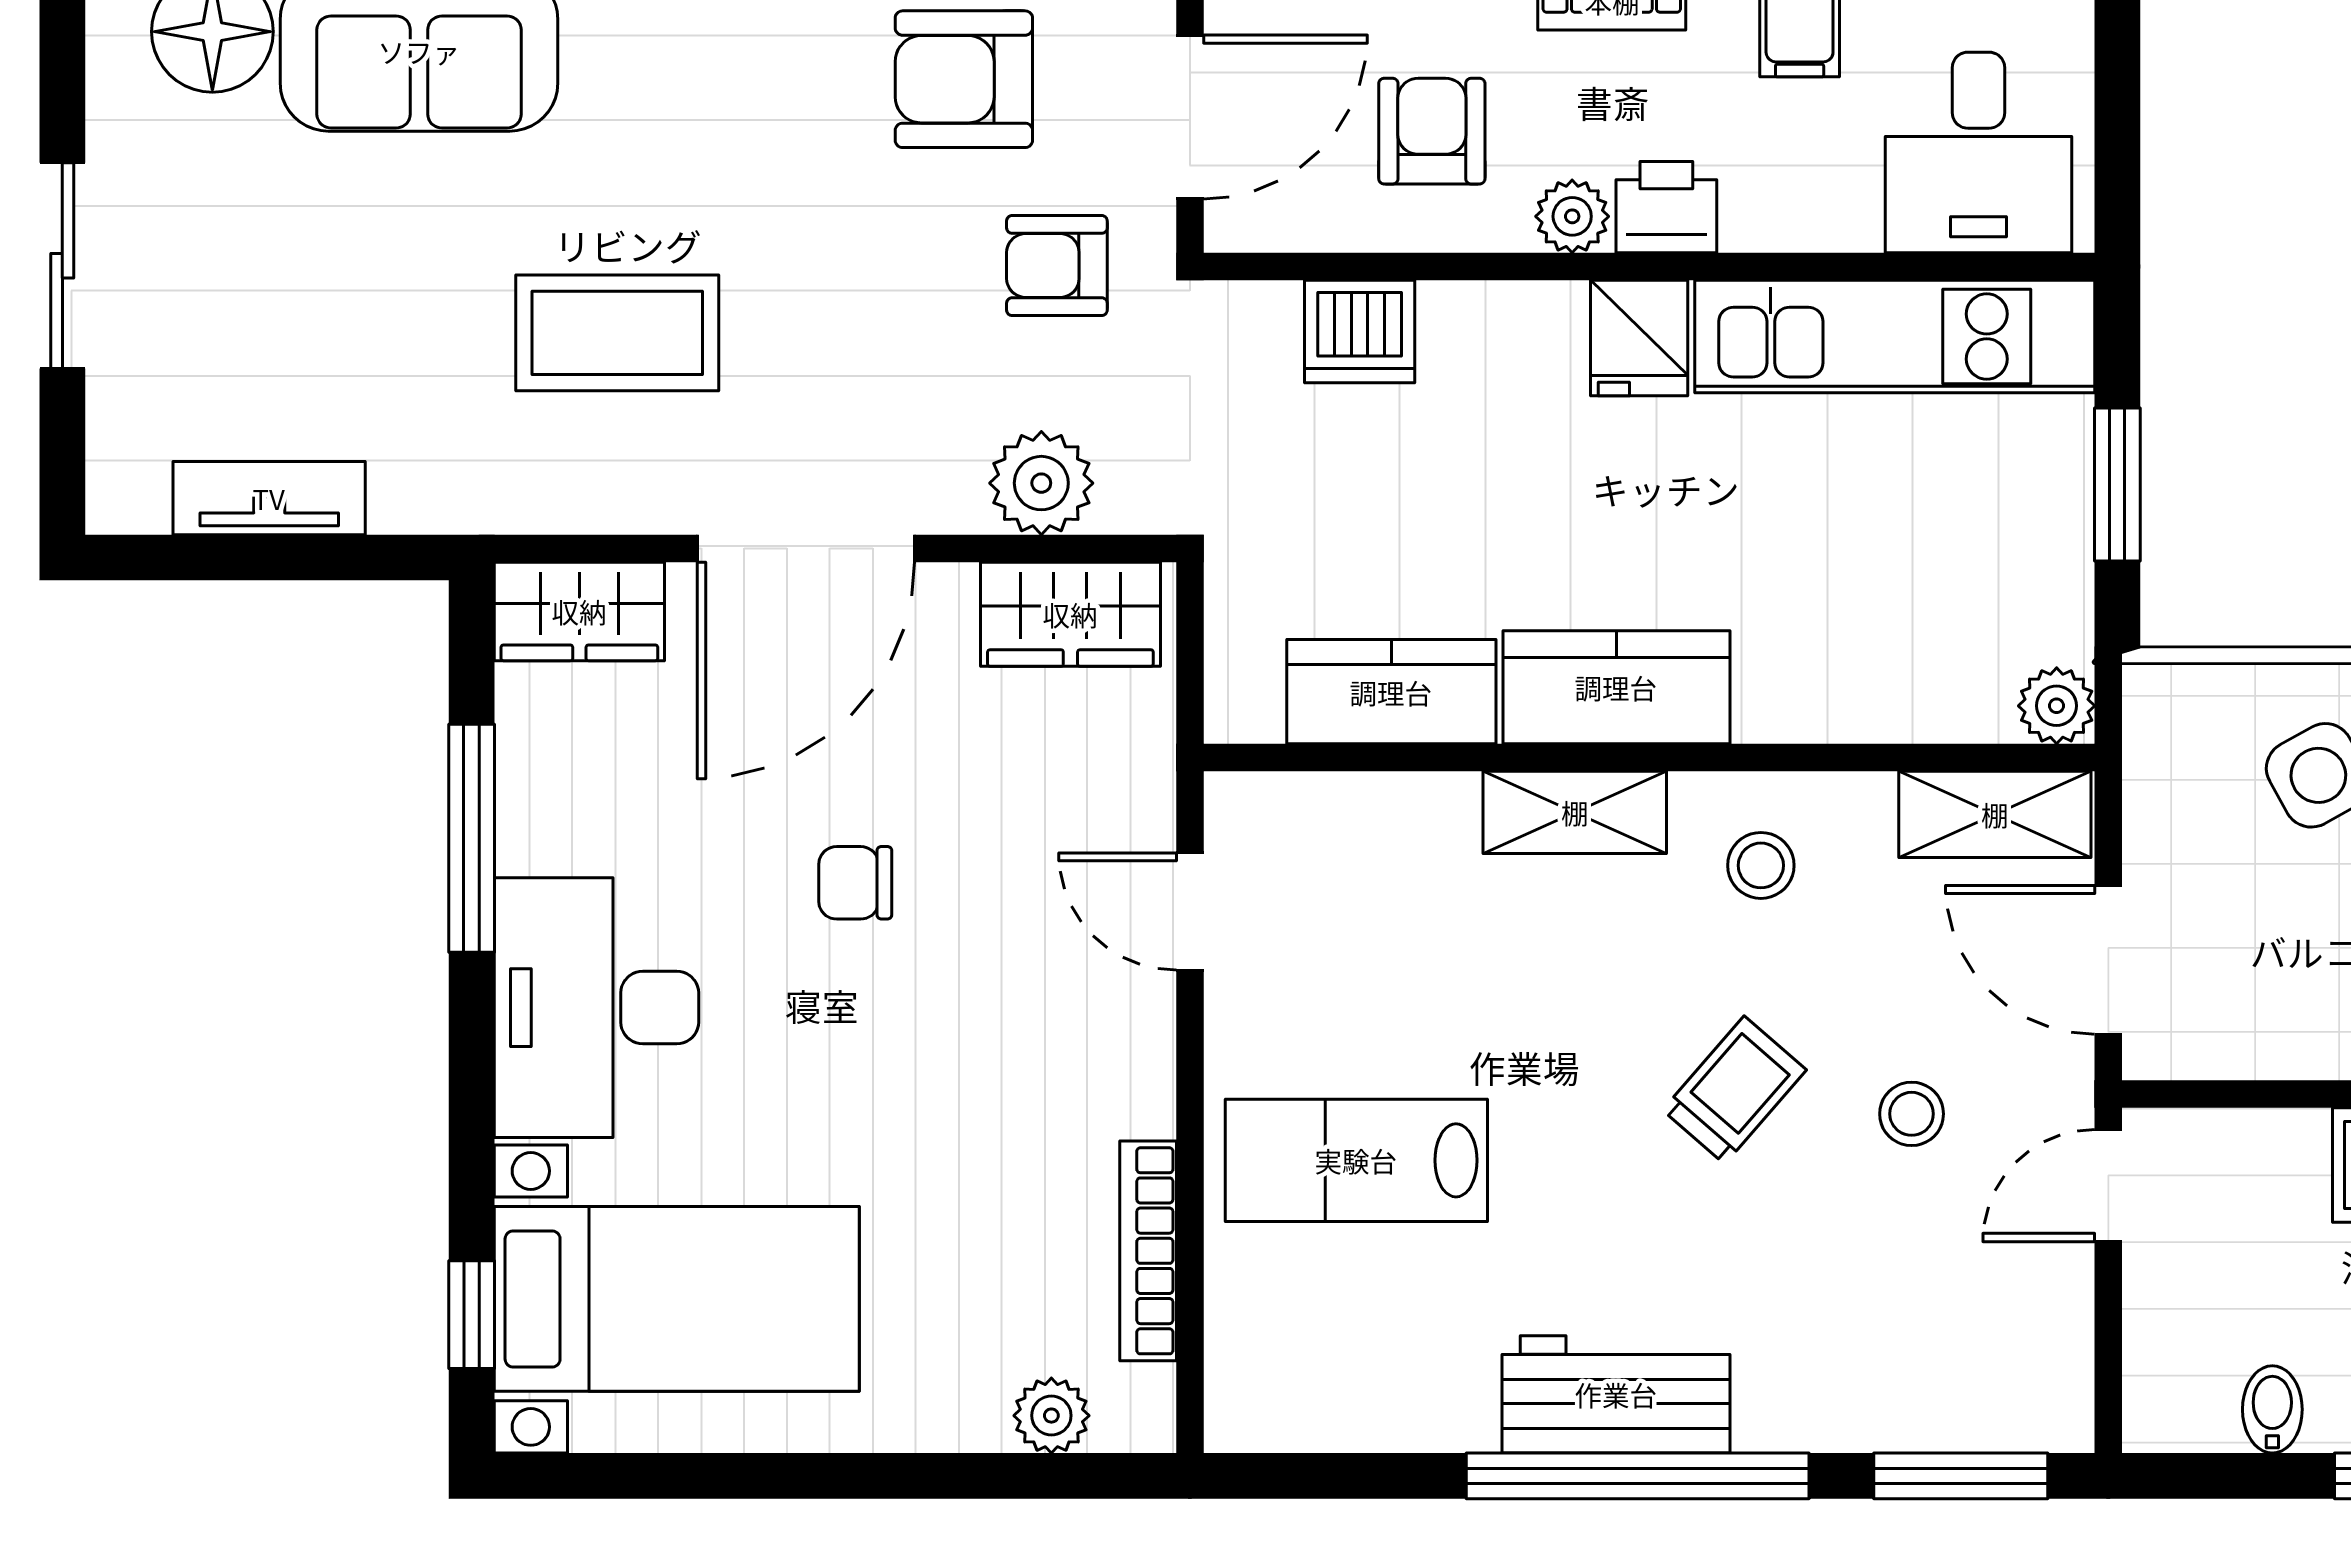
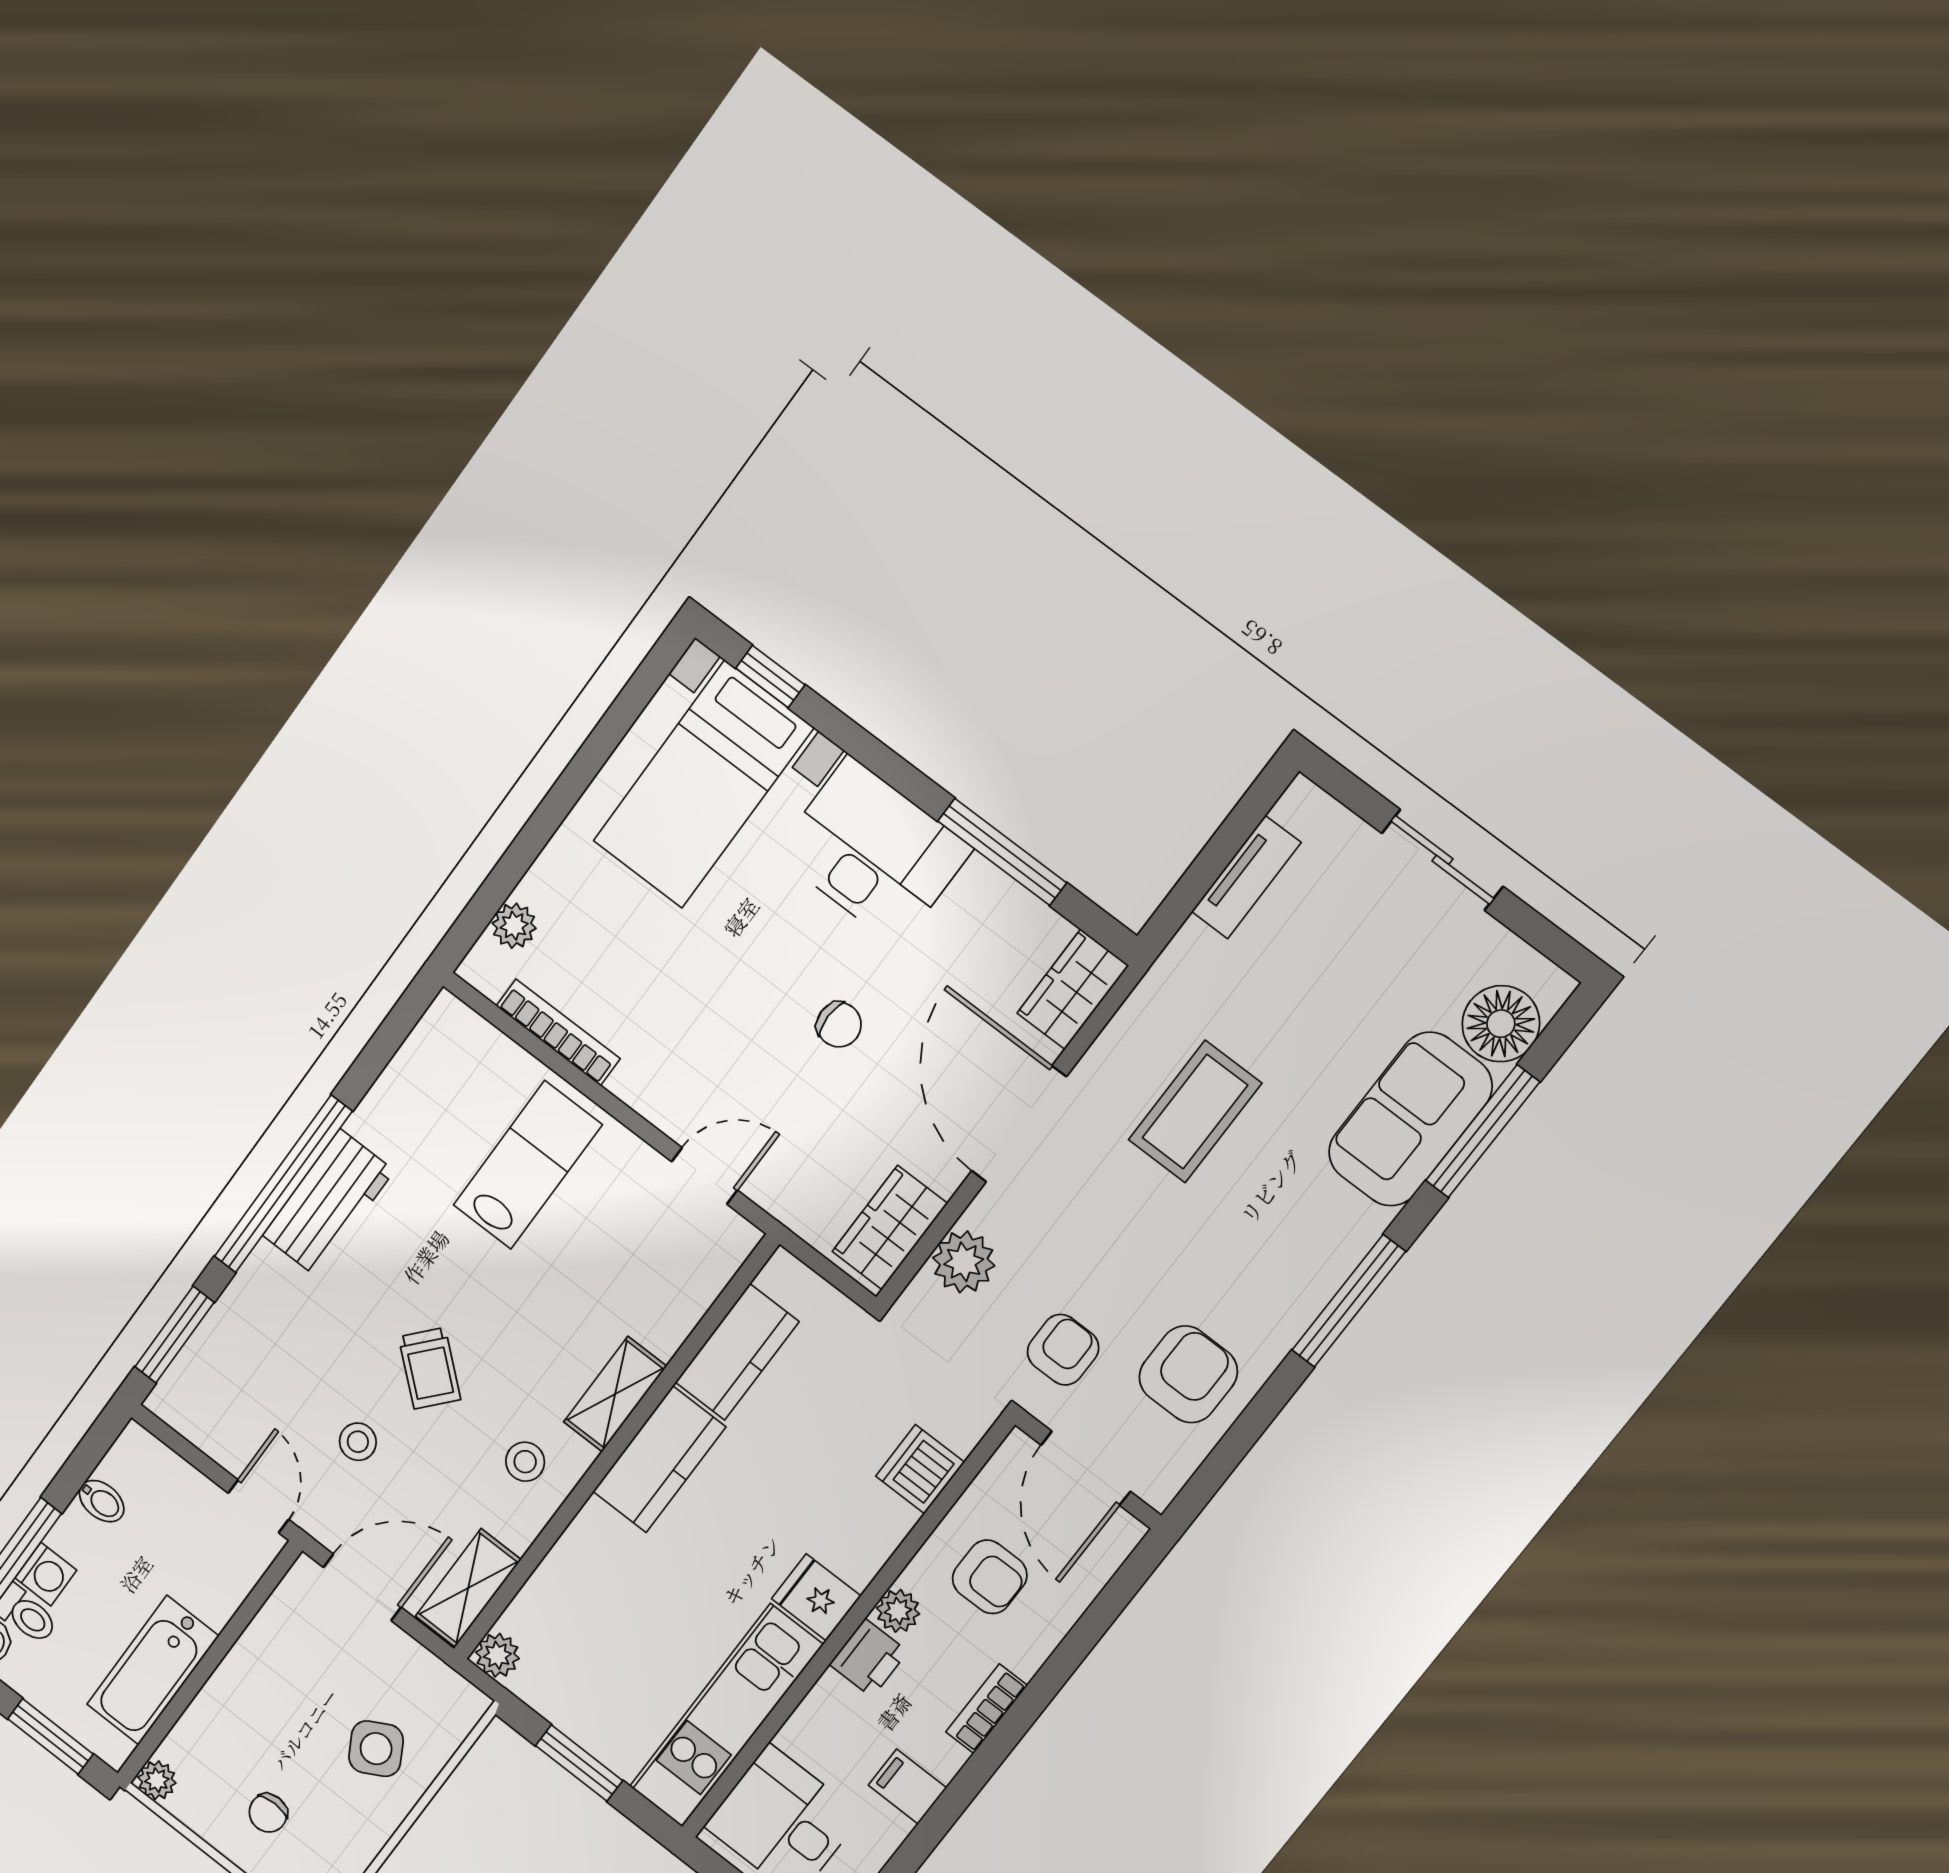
chair: (855, 883) -> (839, 1025), turned 90

